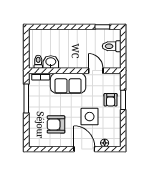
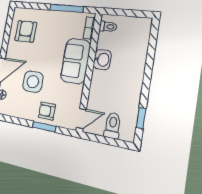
washbasin: (51, 62) -> (102, 60), moved
door: (96, 71) -> (81, 119), moved
armchair: (56, 124) -> (26, 31), moved

